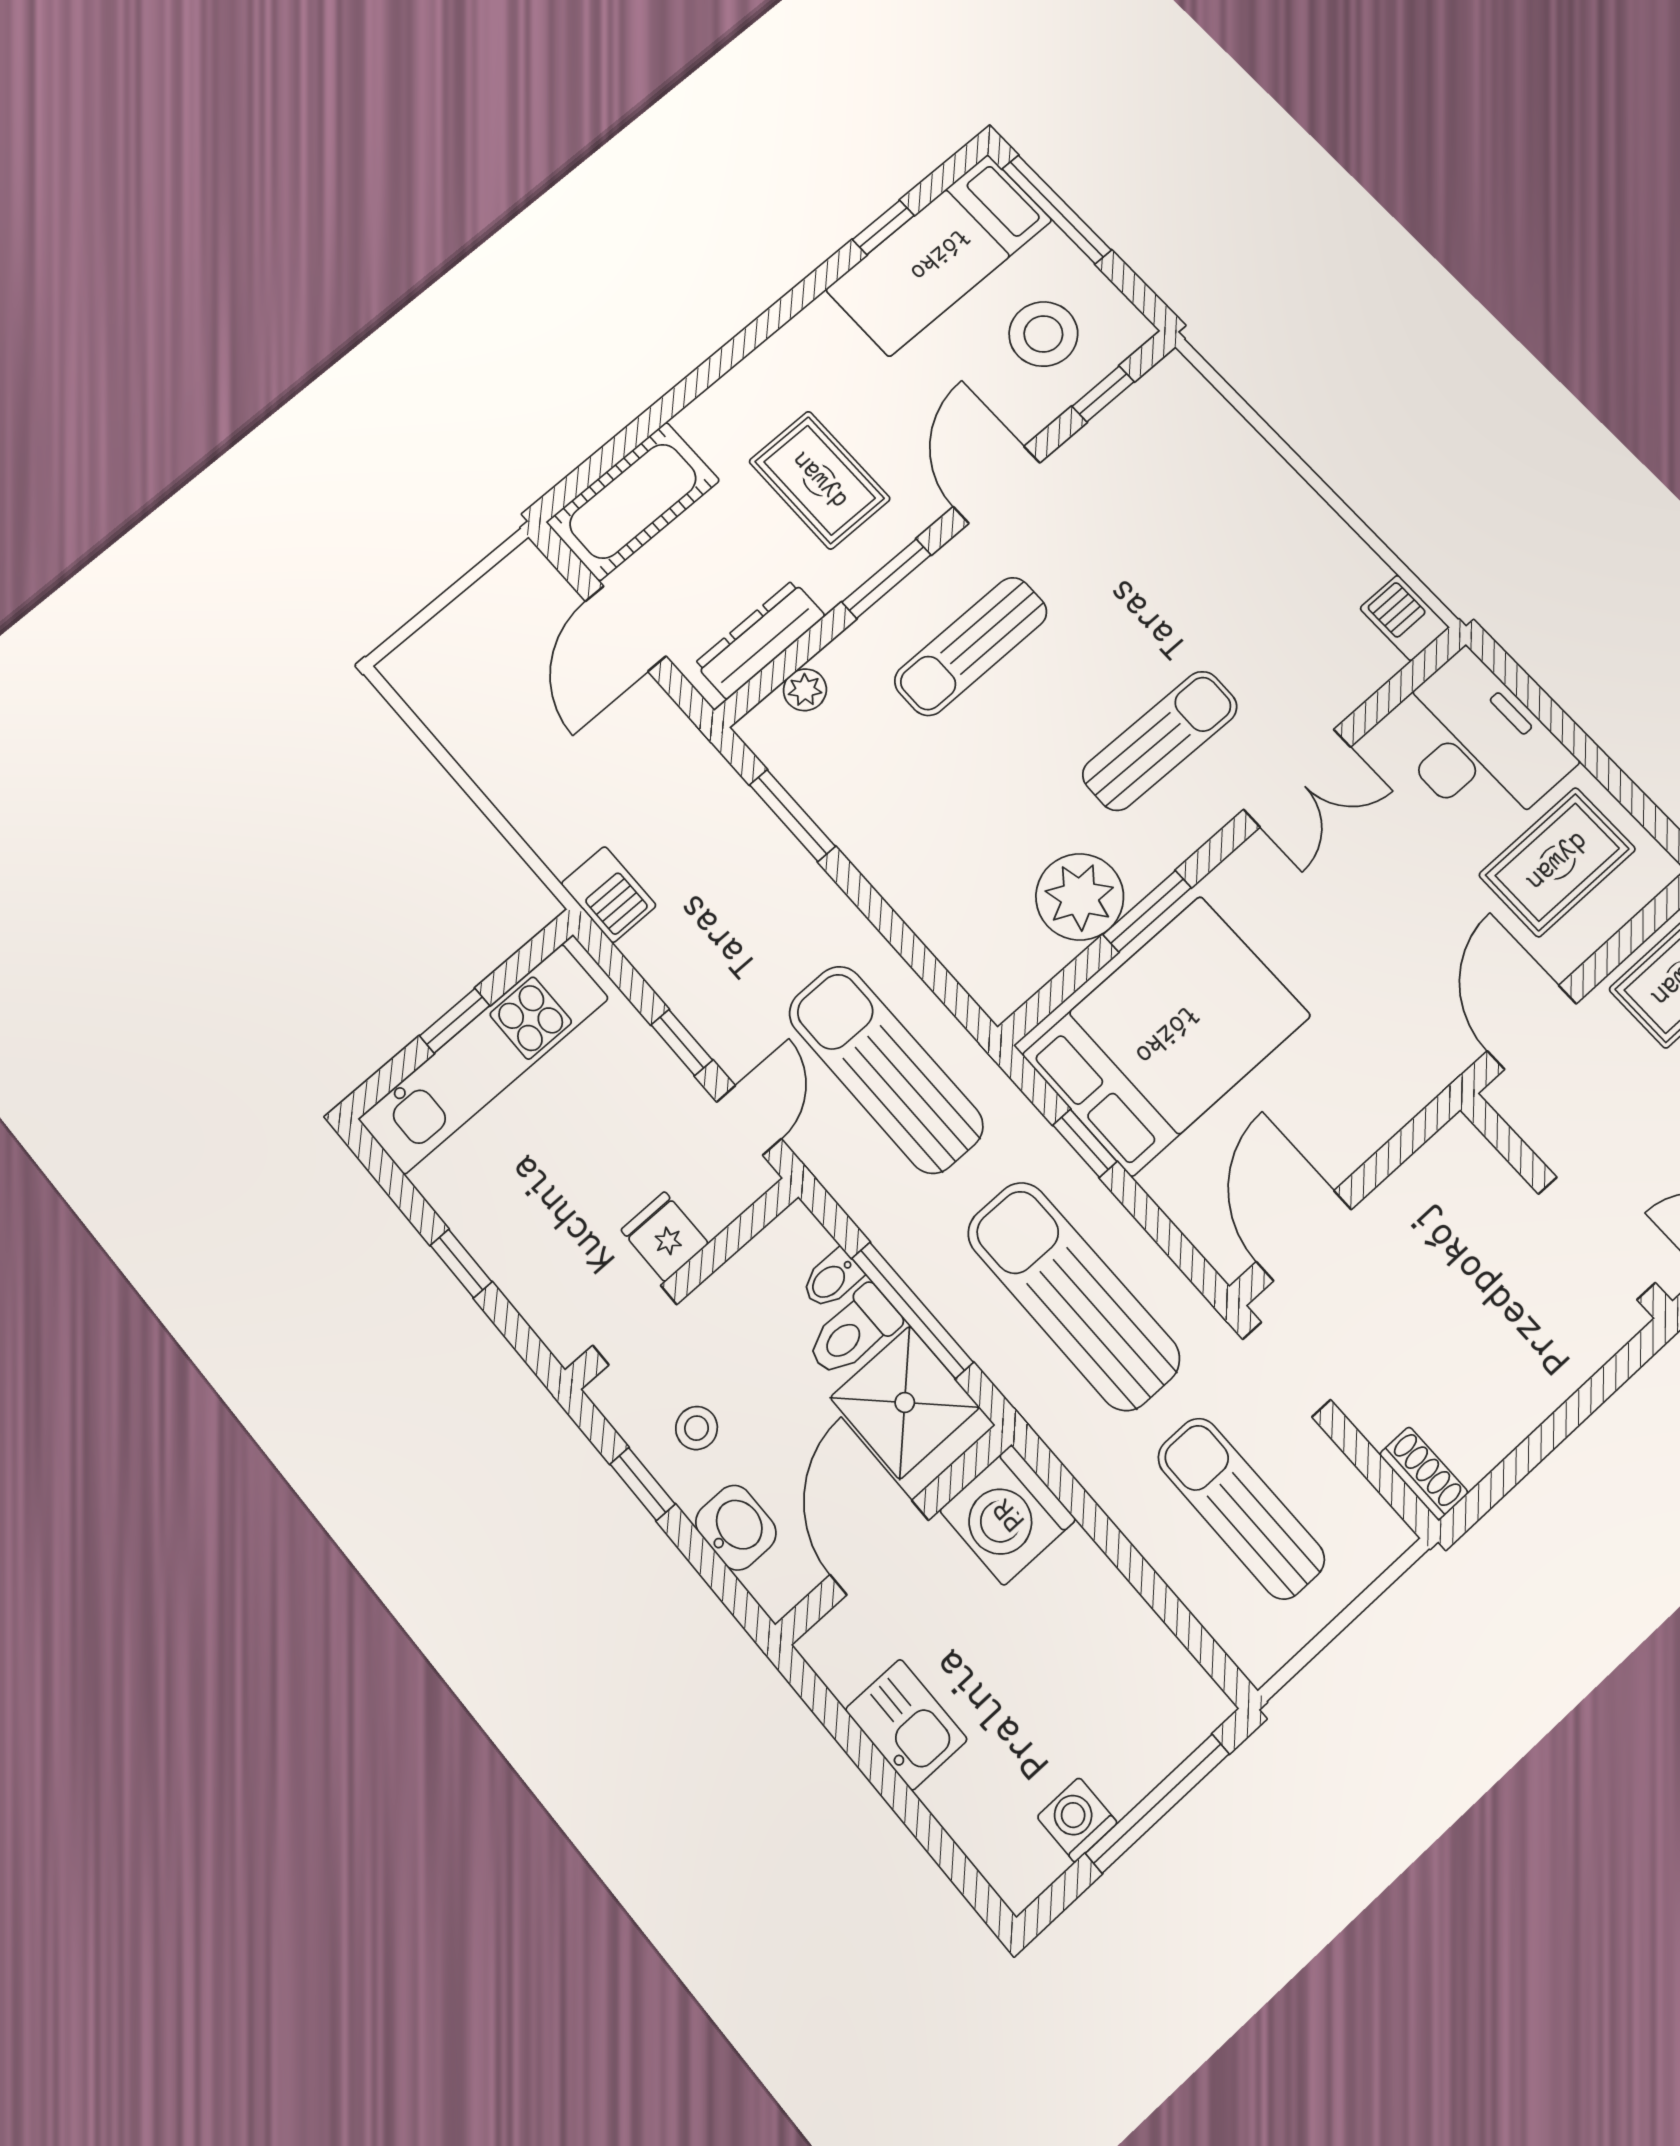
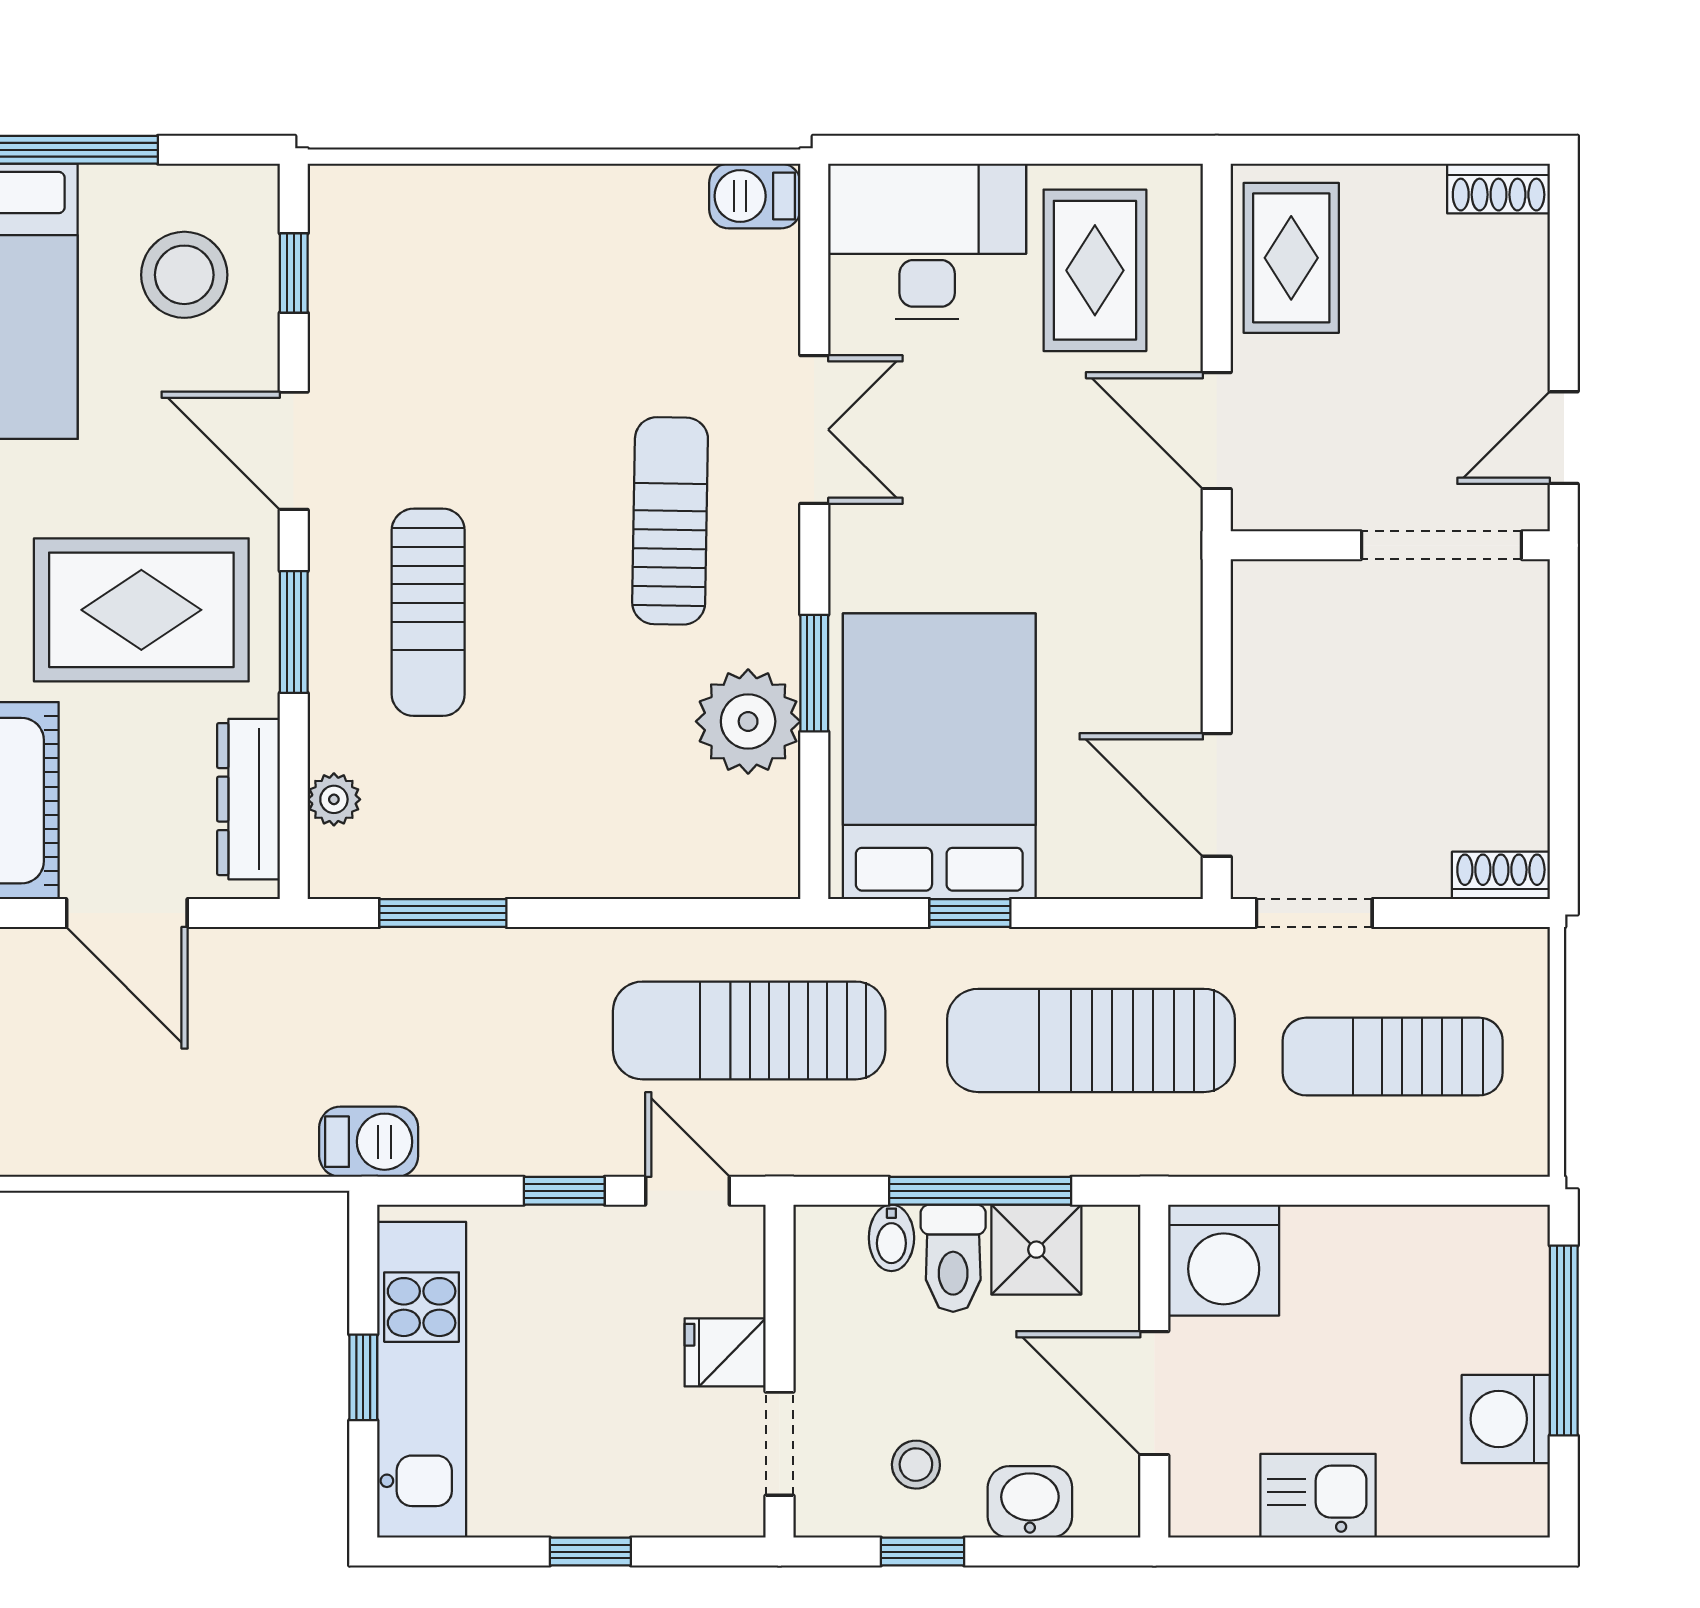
rug: (819, 480) -> (141, 610), width x1.36, depth x1.43
shower: (905, 1402) -> (1036, 1250), width x0.73, depth x0.73
washing machine: (1077, 1820) -> (1506, 1419), width x1.38, depth x1.38

